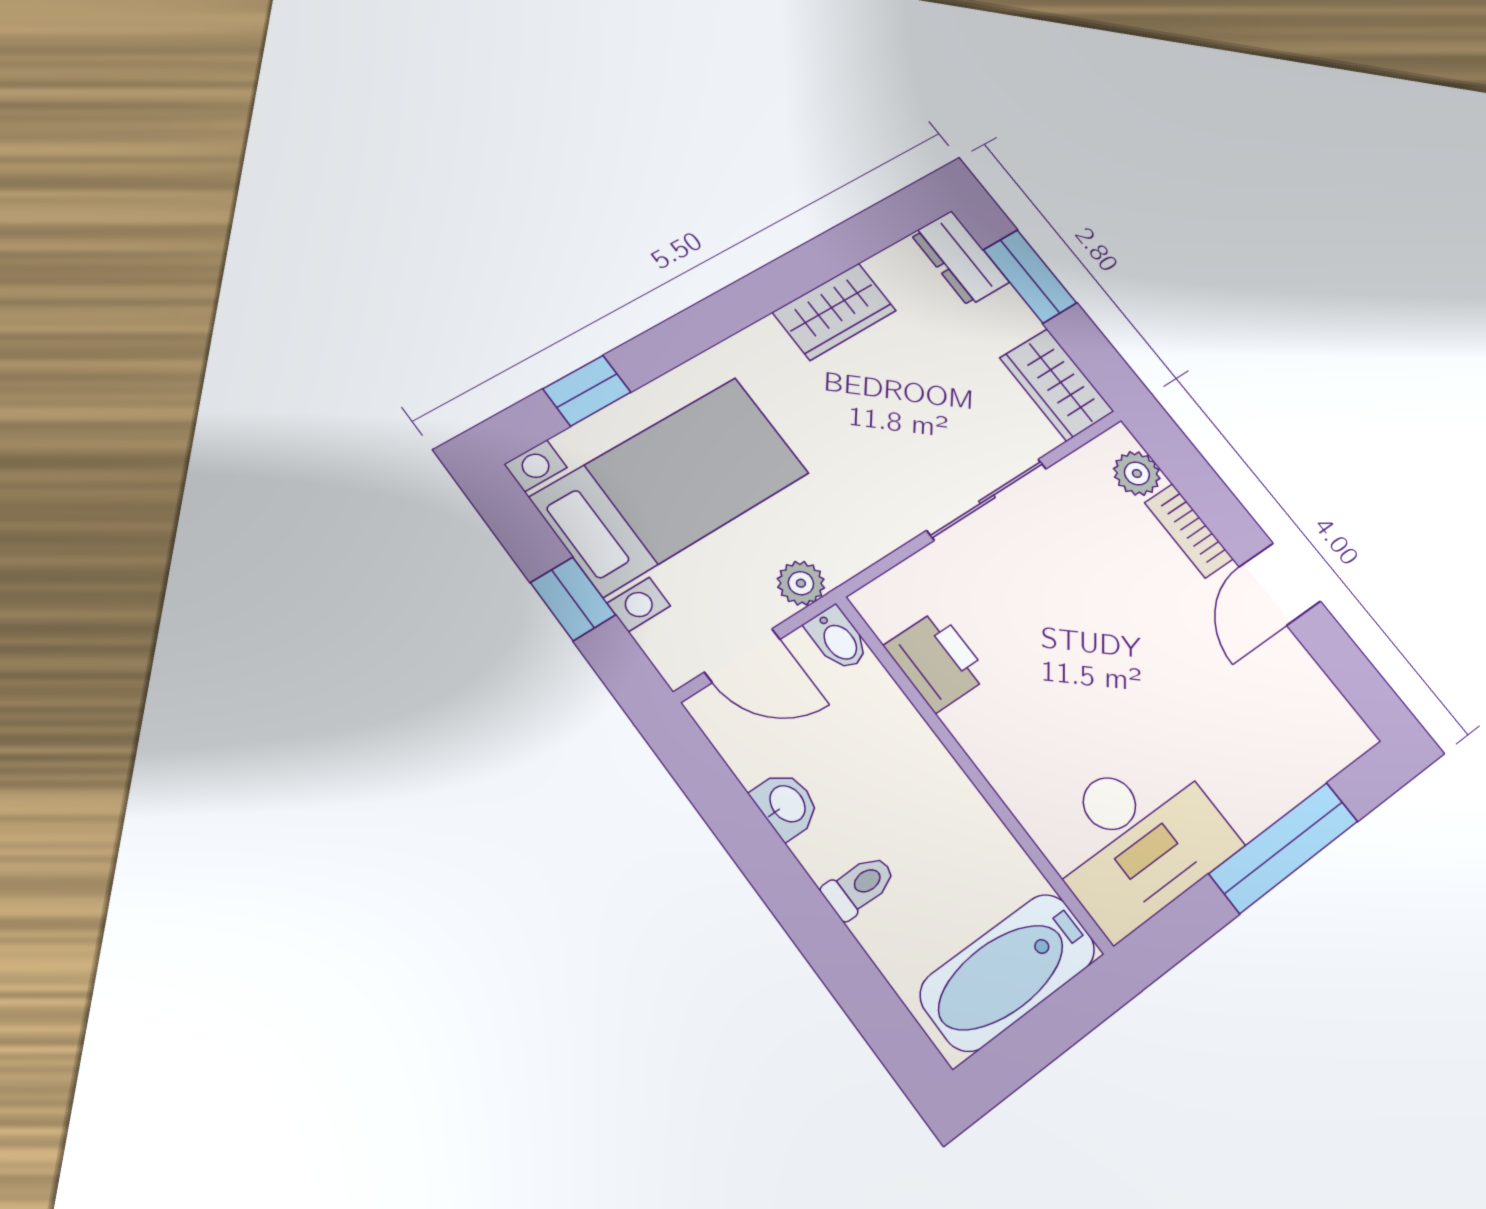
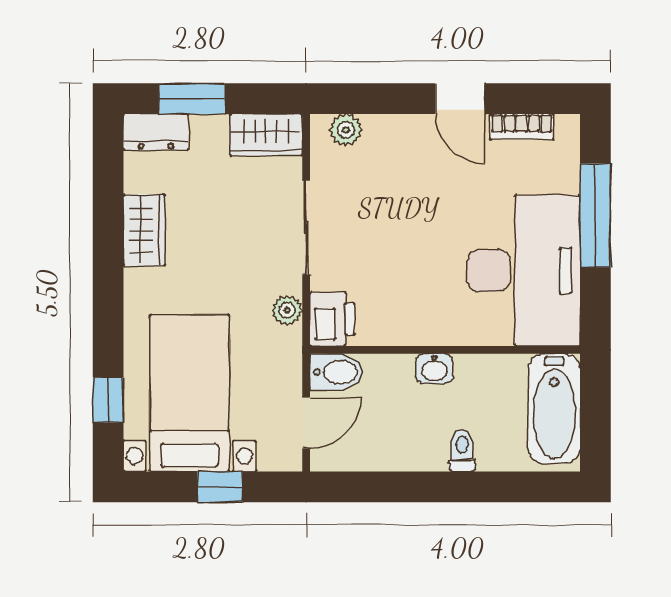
bookcase: (1189, 531) -> (522, 127), moved
plant: (801, 583) -> (287, 310), moved
bidet: (838, 639) -> (337, 372), width x1.38, depth x1.36
printer: (937, 661) -> (332, 319), moved, turned 90
washbasin: (786, 805) -> (434, 369), moved, turned 180
desk: (1137, 839) -> (524, 270), width x1.36, depth x1.30

